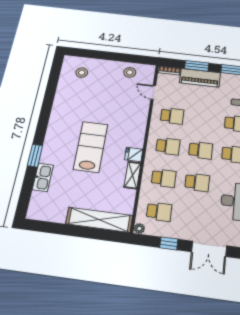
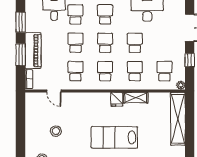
stool: (130, 72) -> (56, 131), moved
door: (153, 92) -> (54, 91), hinge flipped
school desk: (204, 120) -> (75, 43), added

